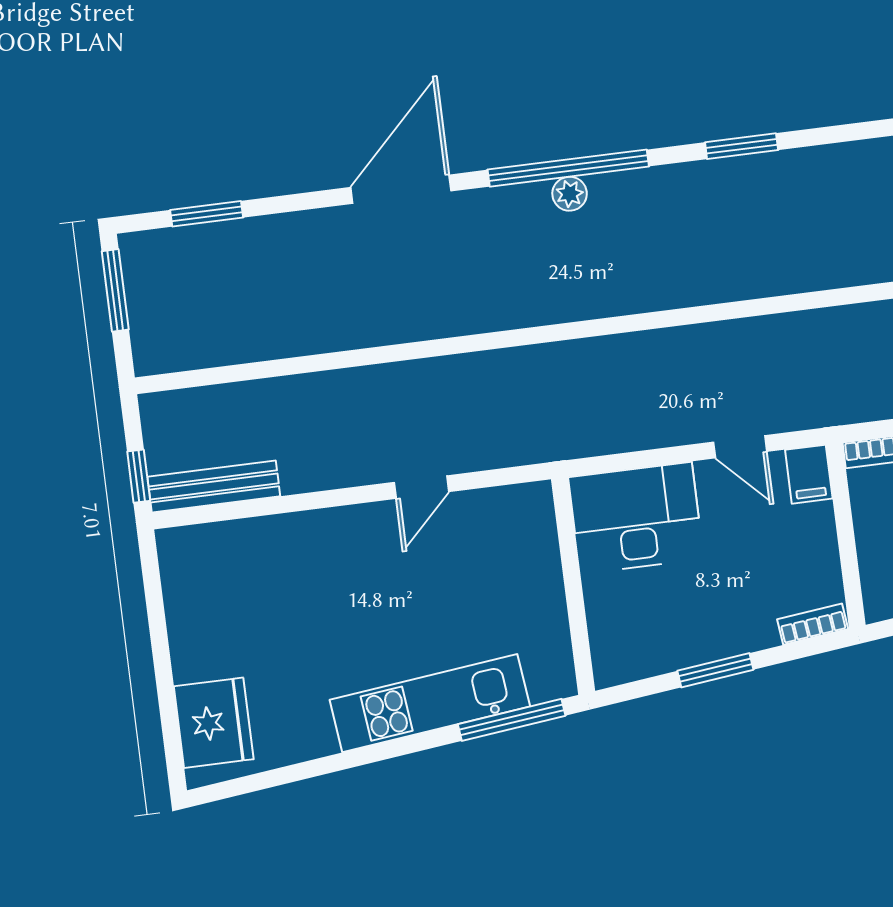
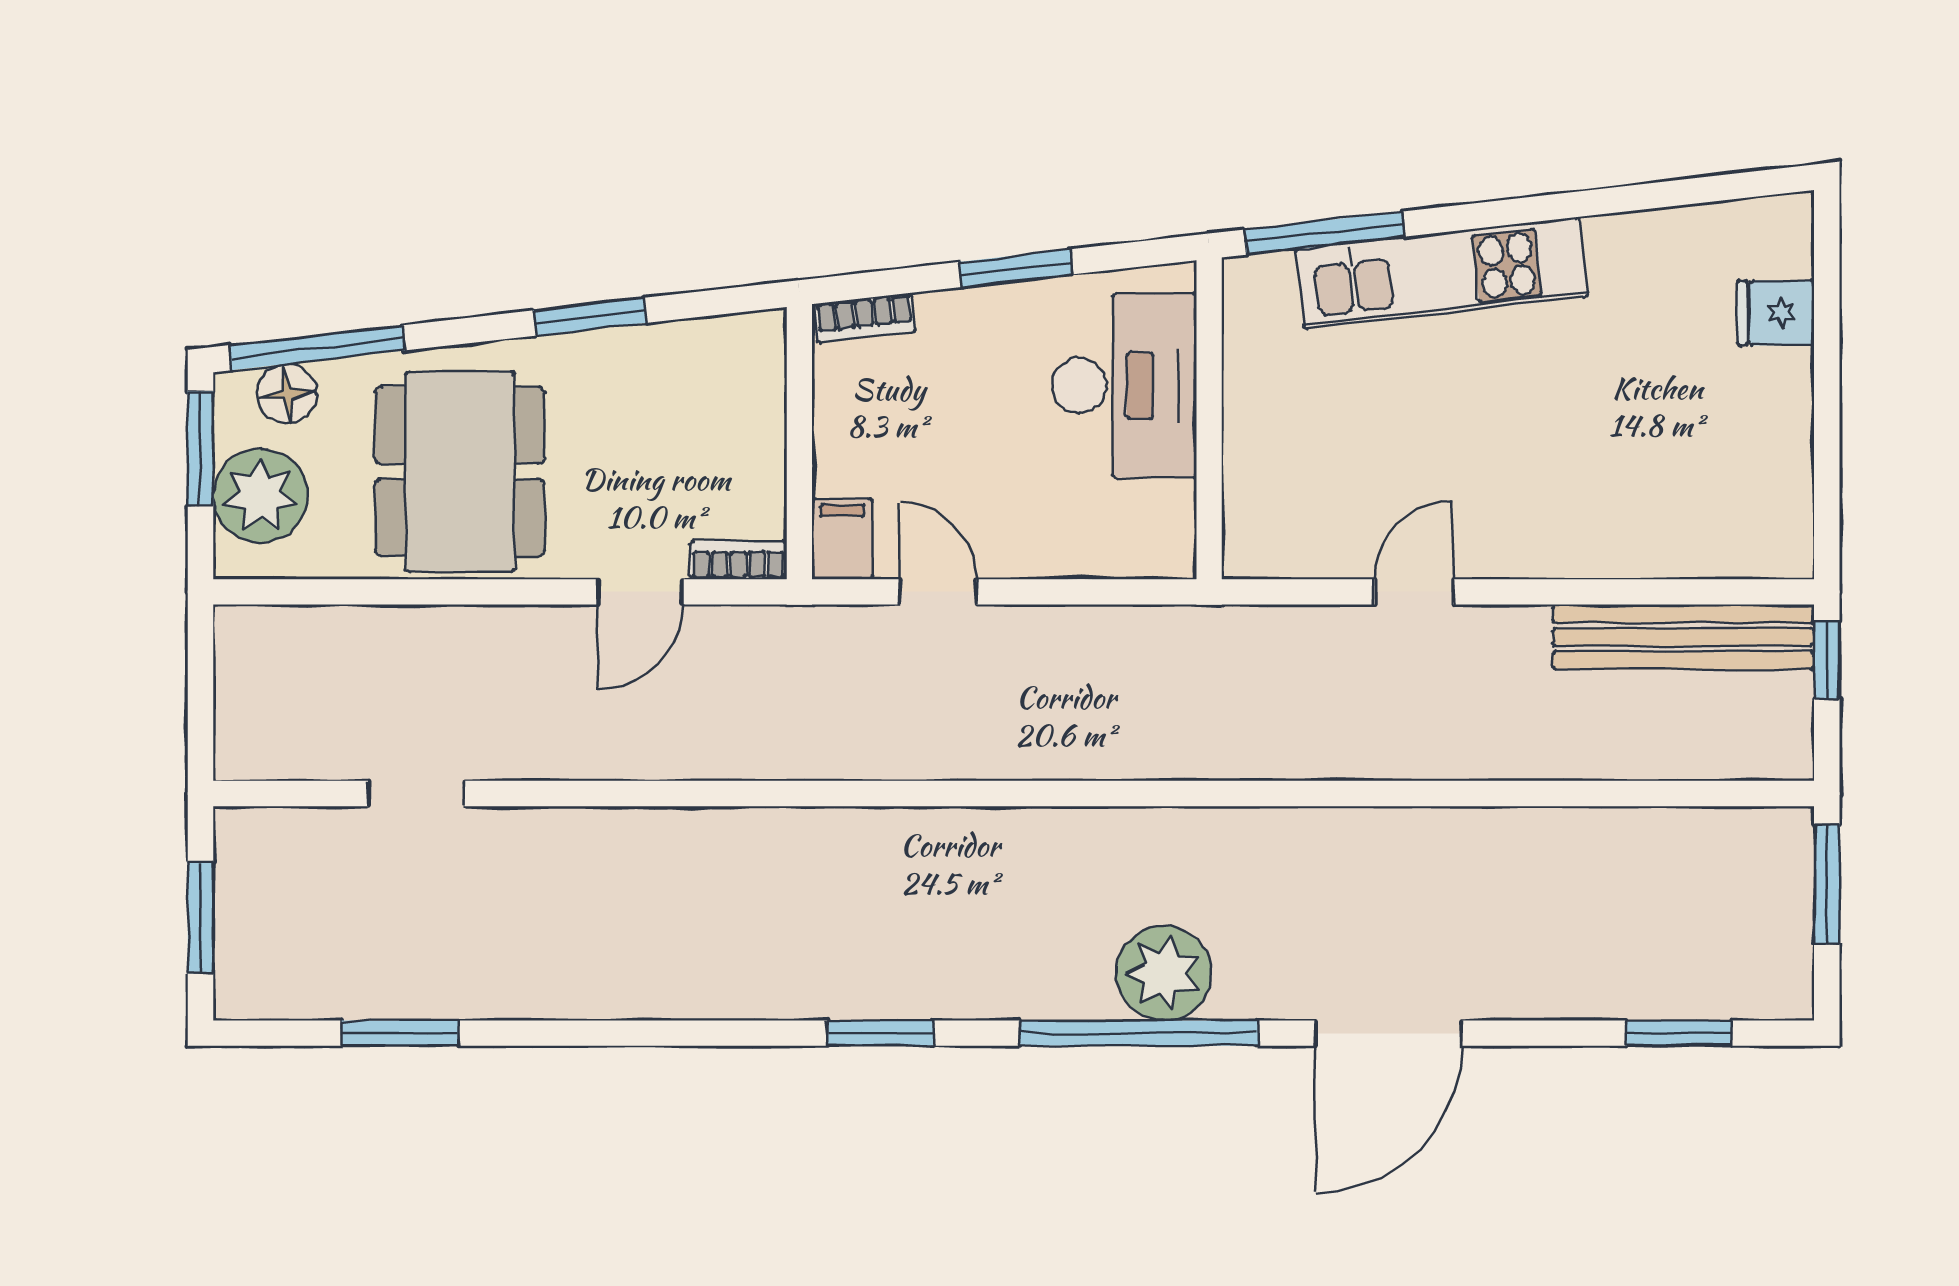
plant: (570, 194) -> (1164, 973), width x1.87, depth x1.87
window: (115, 290) -> (1827, 884), moved
bench: (214, 486) -> (1683, 637), width x1.37, depth x1.21
desk: (636, 518) -> (1124, 386), moved, turned -90
fridge: (214, 723) -> (1776, 313), width x0.53, depth x0.75

